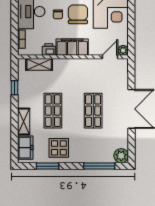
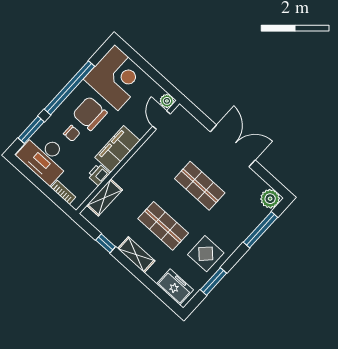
shelving: (24, 121) -> (136, 255), moved

